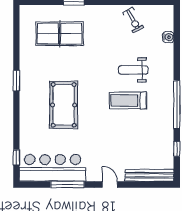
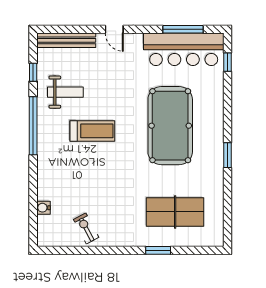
weight bench: (133, 70) -> (65, 92), moved
pool table: (64, 105) -> (170, 126), width x1.36, depth x1.32
window: (67, 184) -> (183, 29), moved

